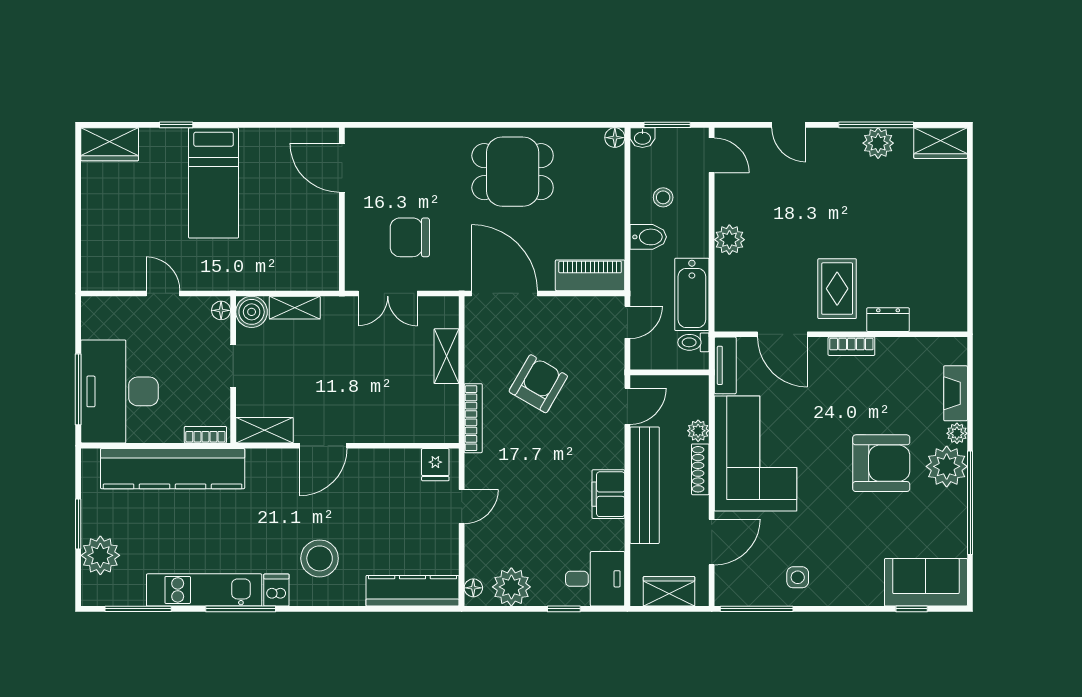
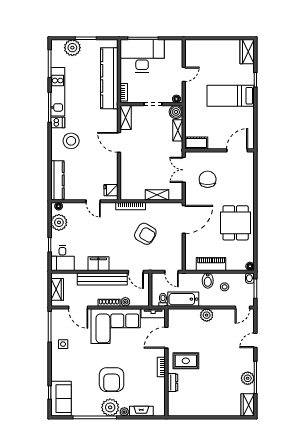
cot: (325, 264) -> (196, 143), added
piano: (590, 275) -> (211, 264), moved, turned -90

